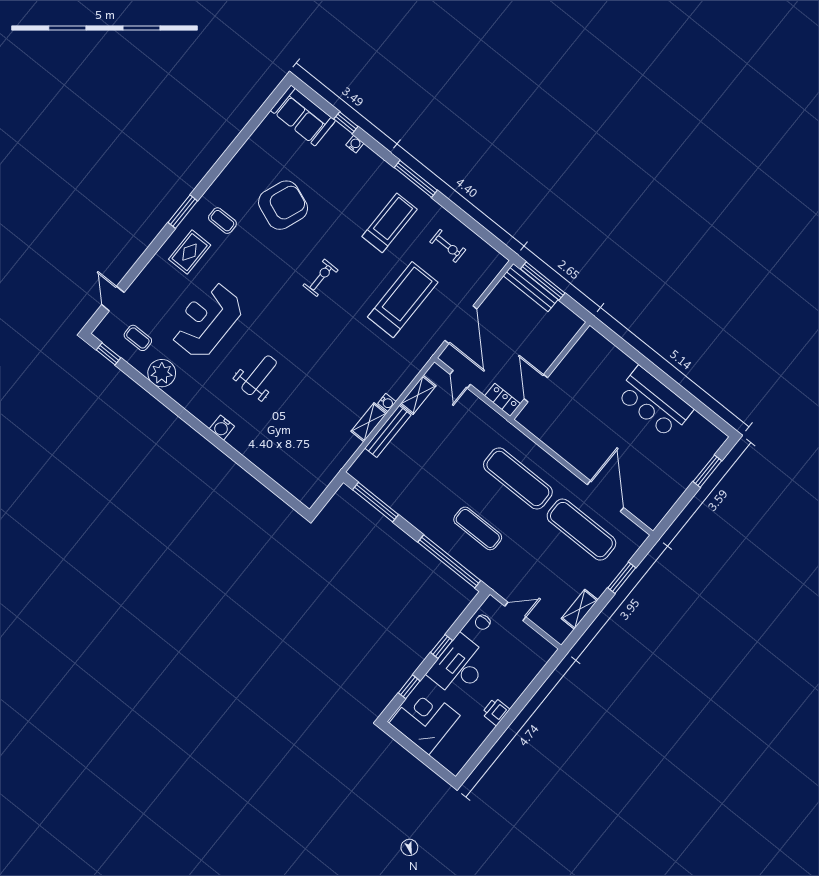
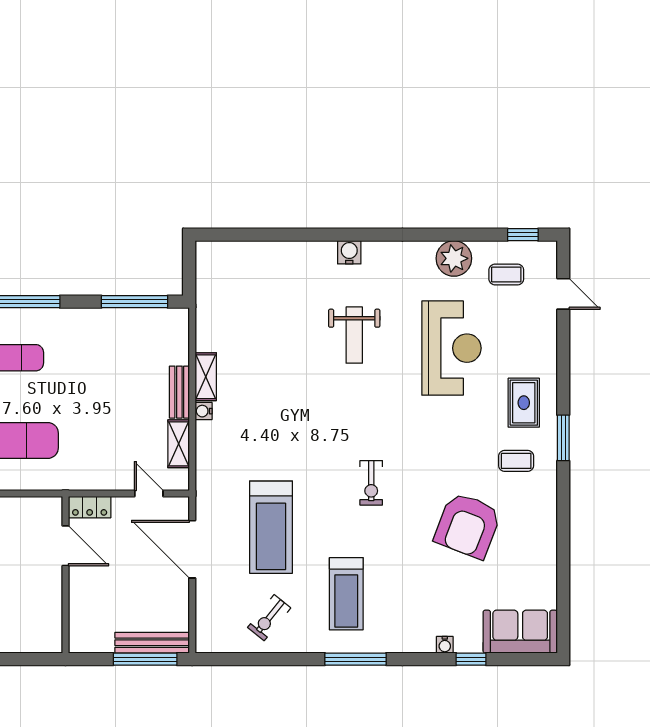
exercise bike: (448, 246) -> (269, 618), turned -51
bench: (388, 431) -> (179, 392), width x0.73

